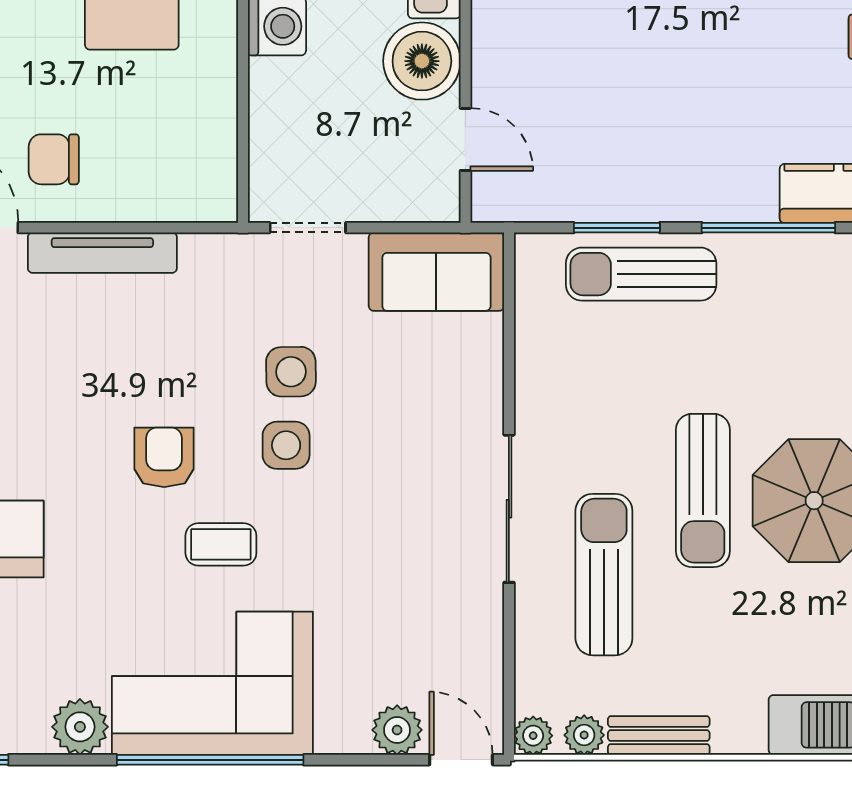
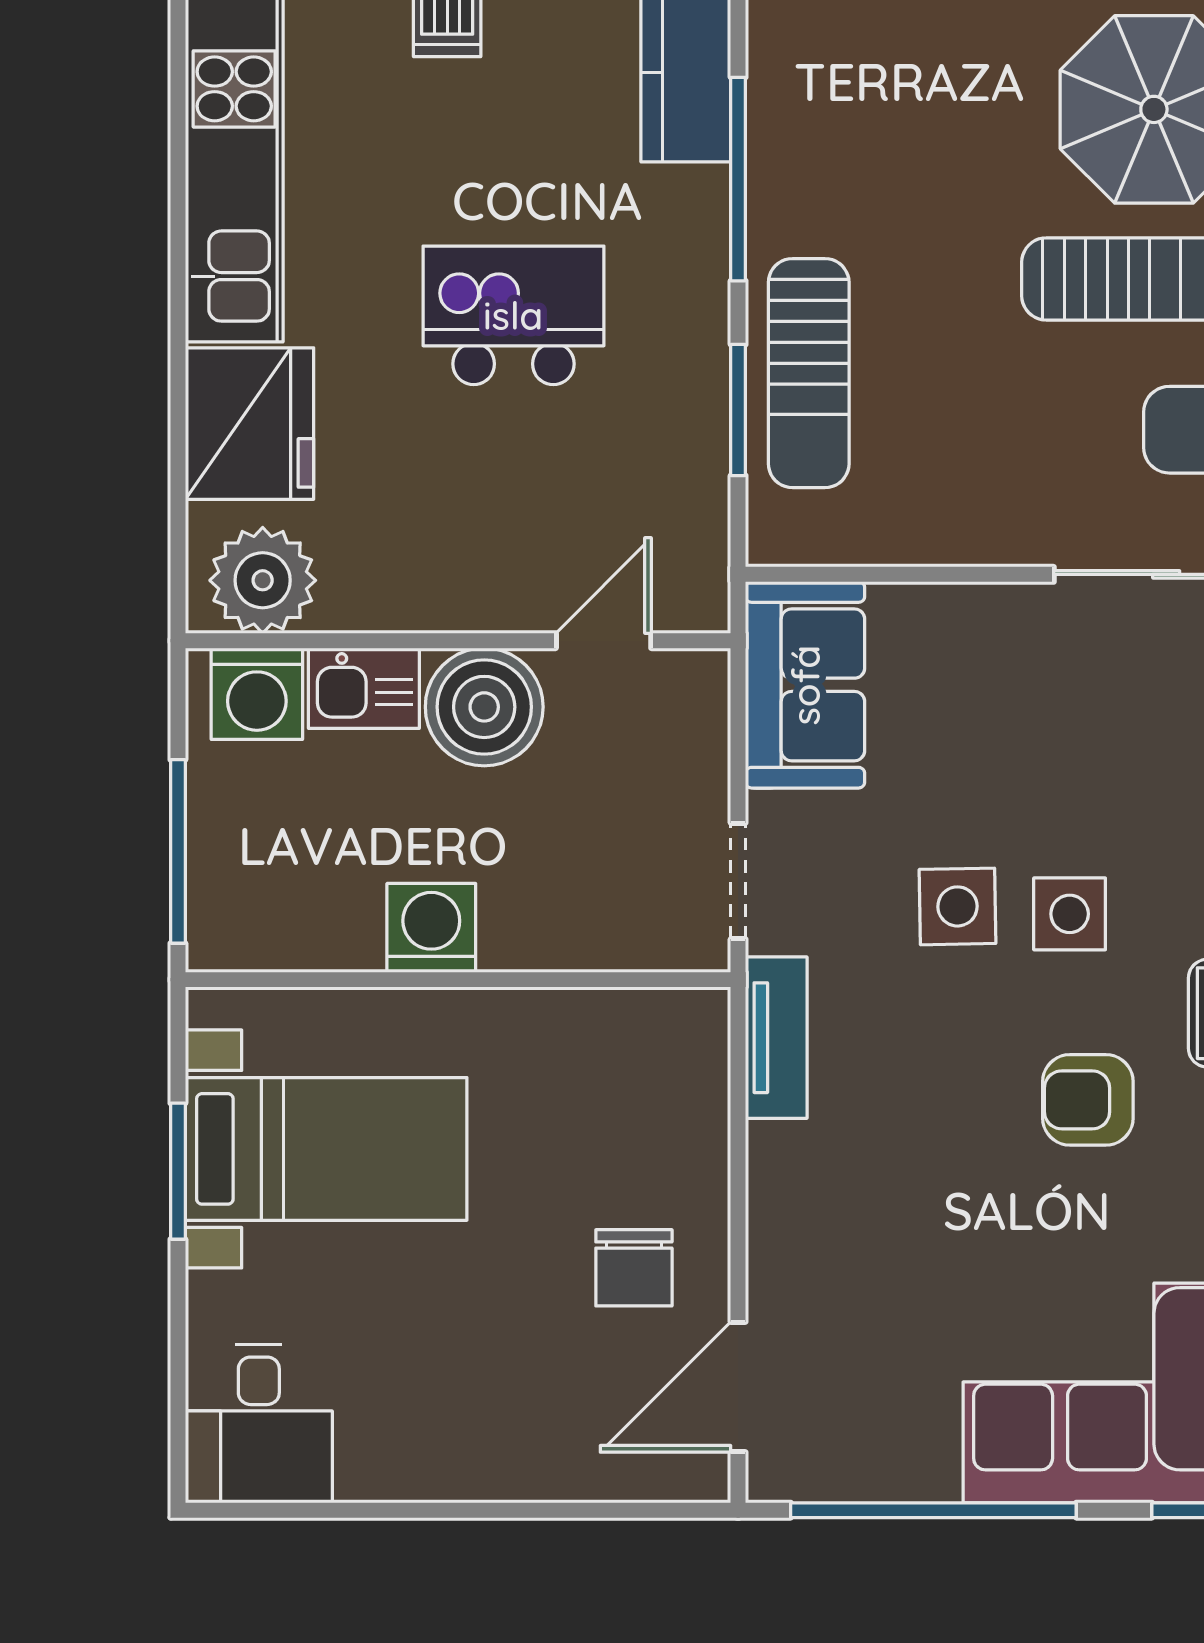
kitchen island: (679, 80) -> (513, 315), added
tv unit: (102, 253) -> (776, 1038), moved, width x0.71

